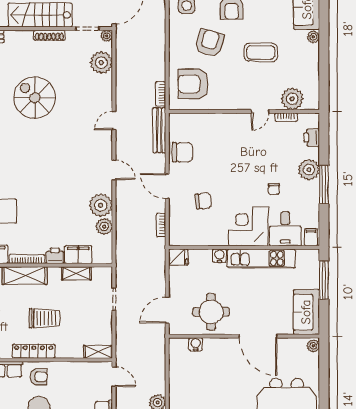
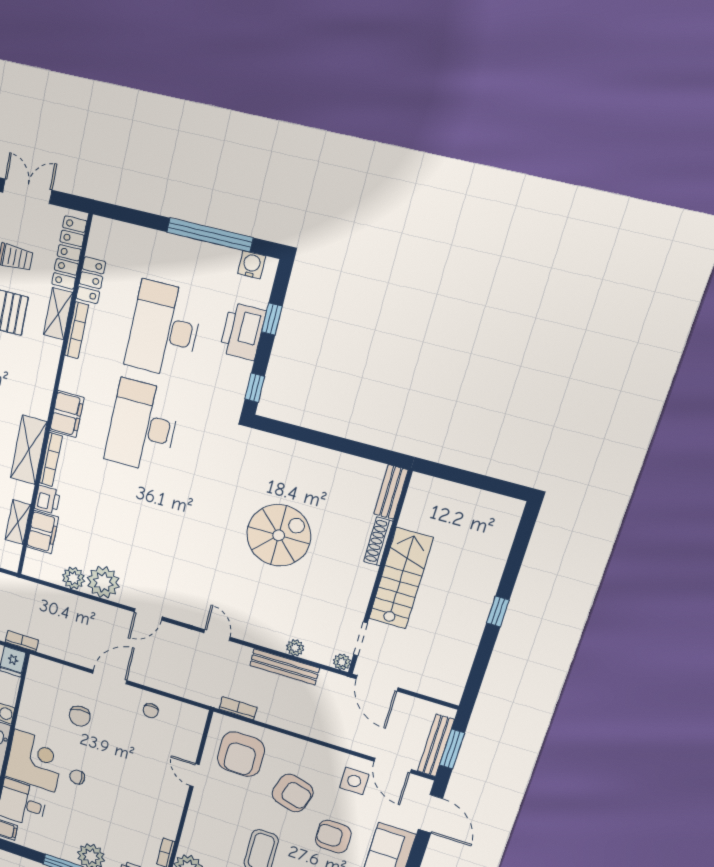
shoe rack: (49, 35) -> (378, 541), moved
plant: (101, 63) -> (295, 648), width x0.53, depth x0.53
armchair: (193, 84) -> (241, 754), turned 180
door: (260, 111) -> (194, 775), moved
bench: (159, 130) -> (284, 667), moved
chair: (182, 152) -> (151, 711), width x0.54, depth x0.54
chair: (274, 189) -> (77, 777), moved
bookcase: (161, 225) -> (22, 641), moved

